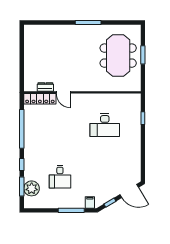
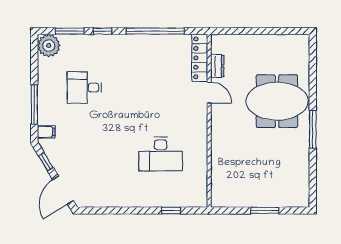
meeting table: (118, 56) -> (277, 101), moved
door: (63, 92) -> (209, 93), swing flipped
desk: (105, 125) -> (161, 154), turned -90
plant: (32, 188) -> (49, 45), moved

